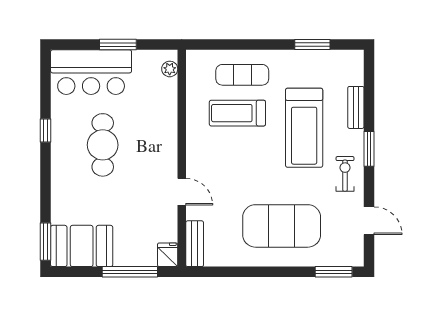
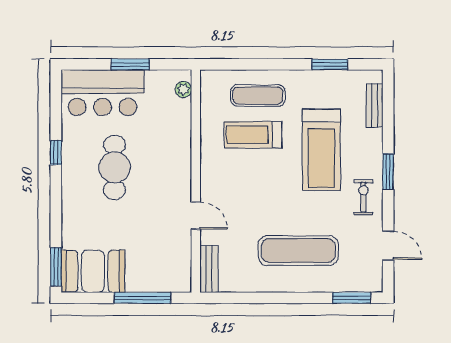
bench: (356, 107) -> (375, 105), moved
exercise mat: (282, 226) -> (298, 251), width x0.68
fridge: (168, 255) -> (181, 280), removed

